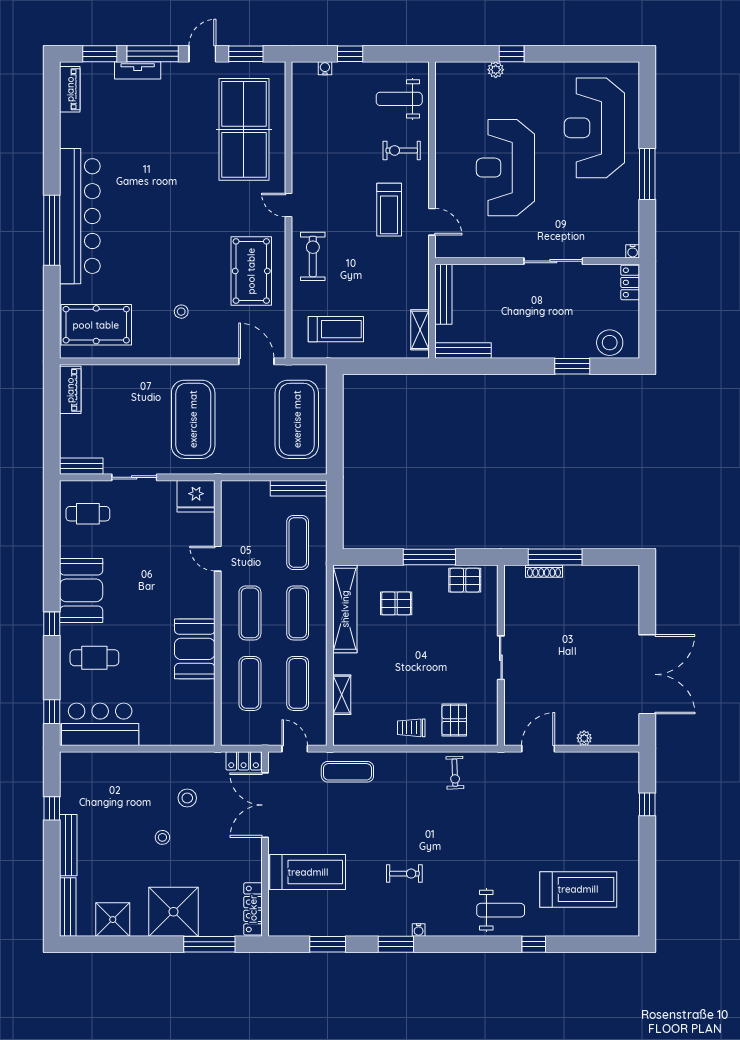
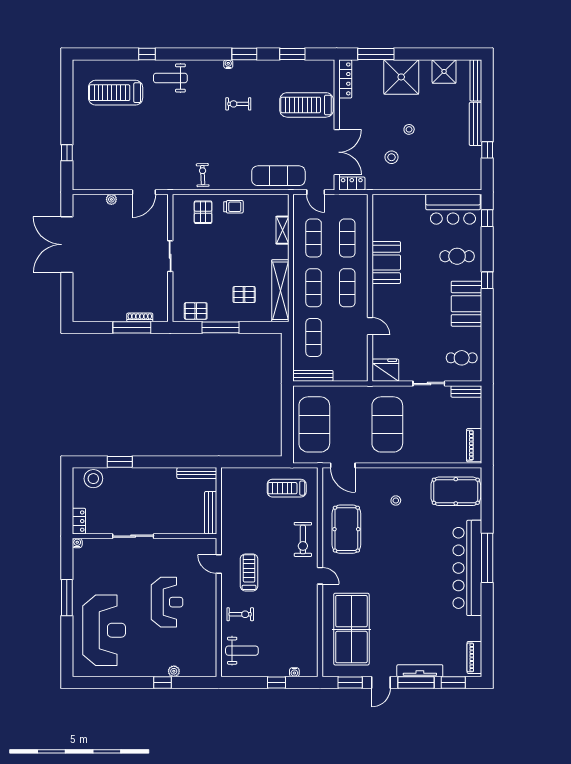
tv unit: (138, 70) -> (420, 671), width x1.41
reception desk: (505, 168) -> (167, 602), width x0.74, depth x0.77
shelving: (420, 330) -> (227, 488), removed
exercise mat: (347, 772) -> (278, 176), width x1.36, depth x1.45

